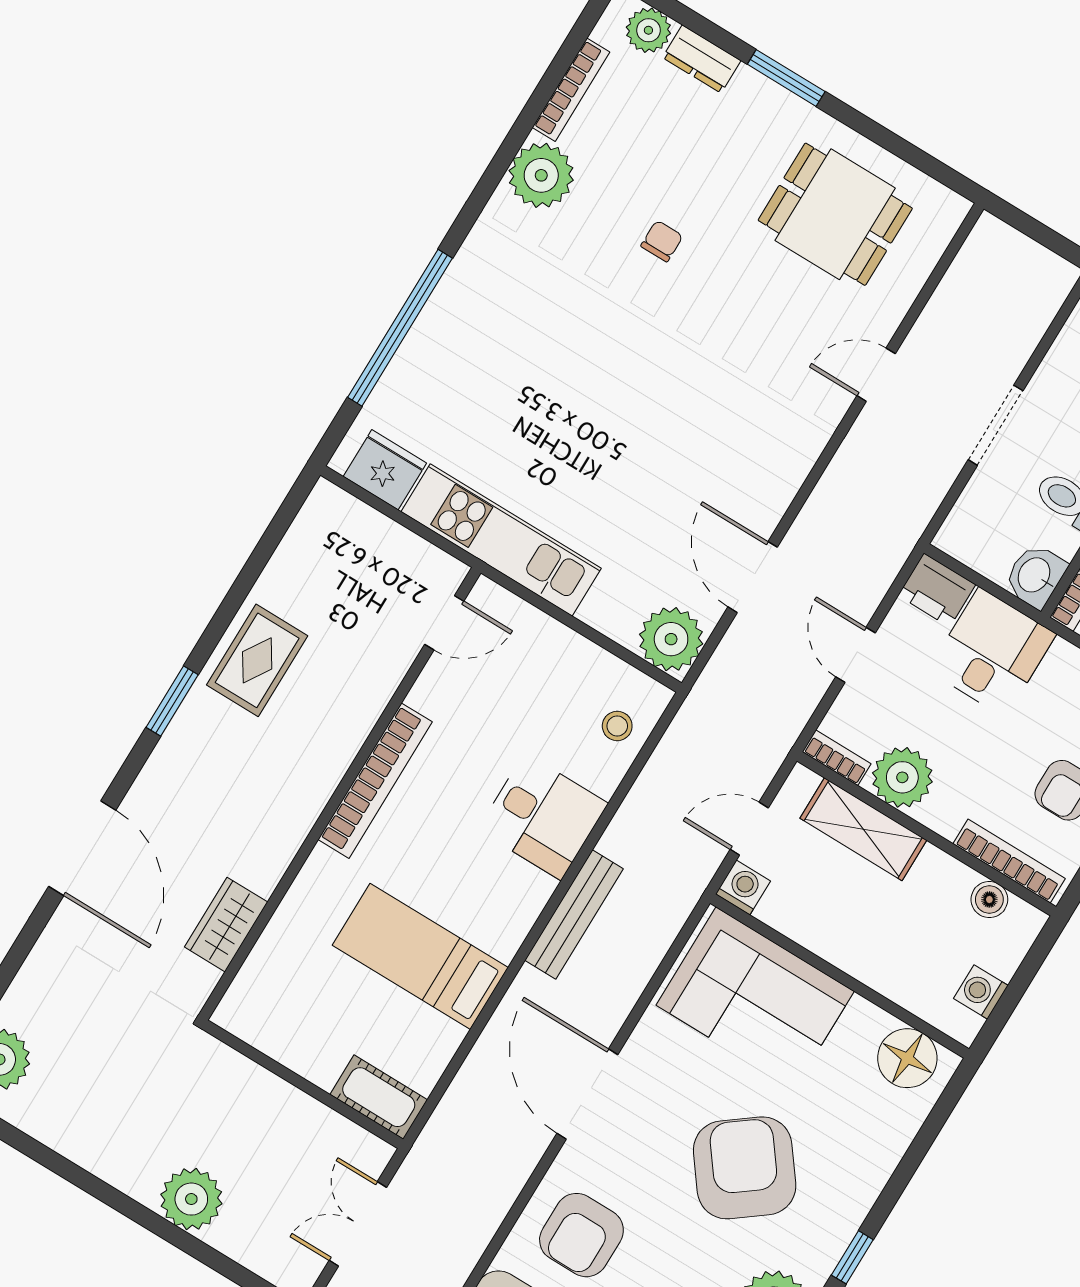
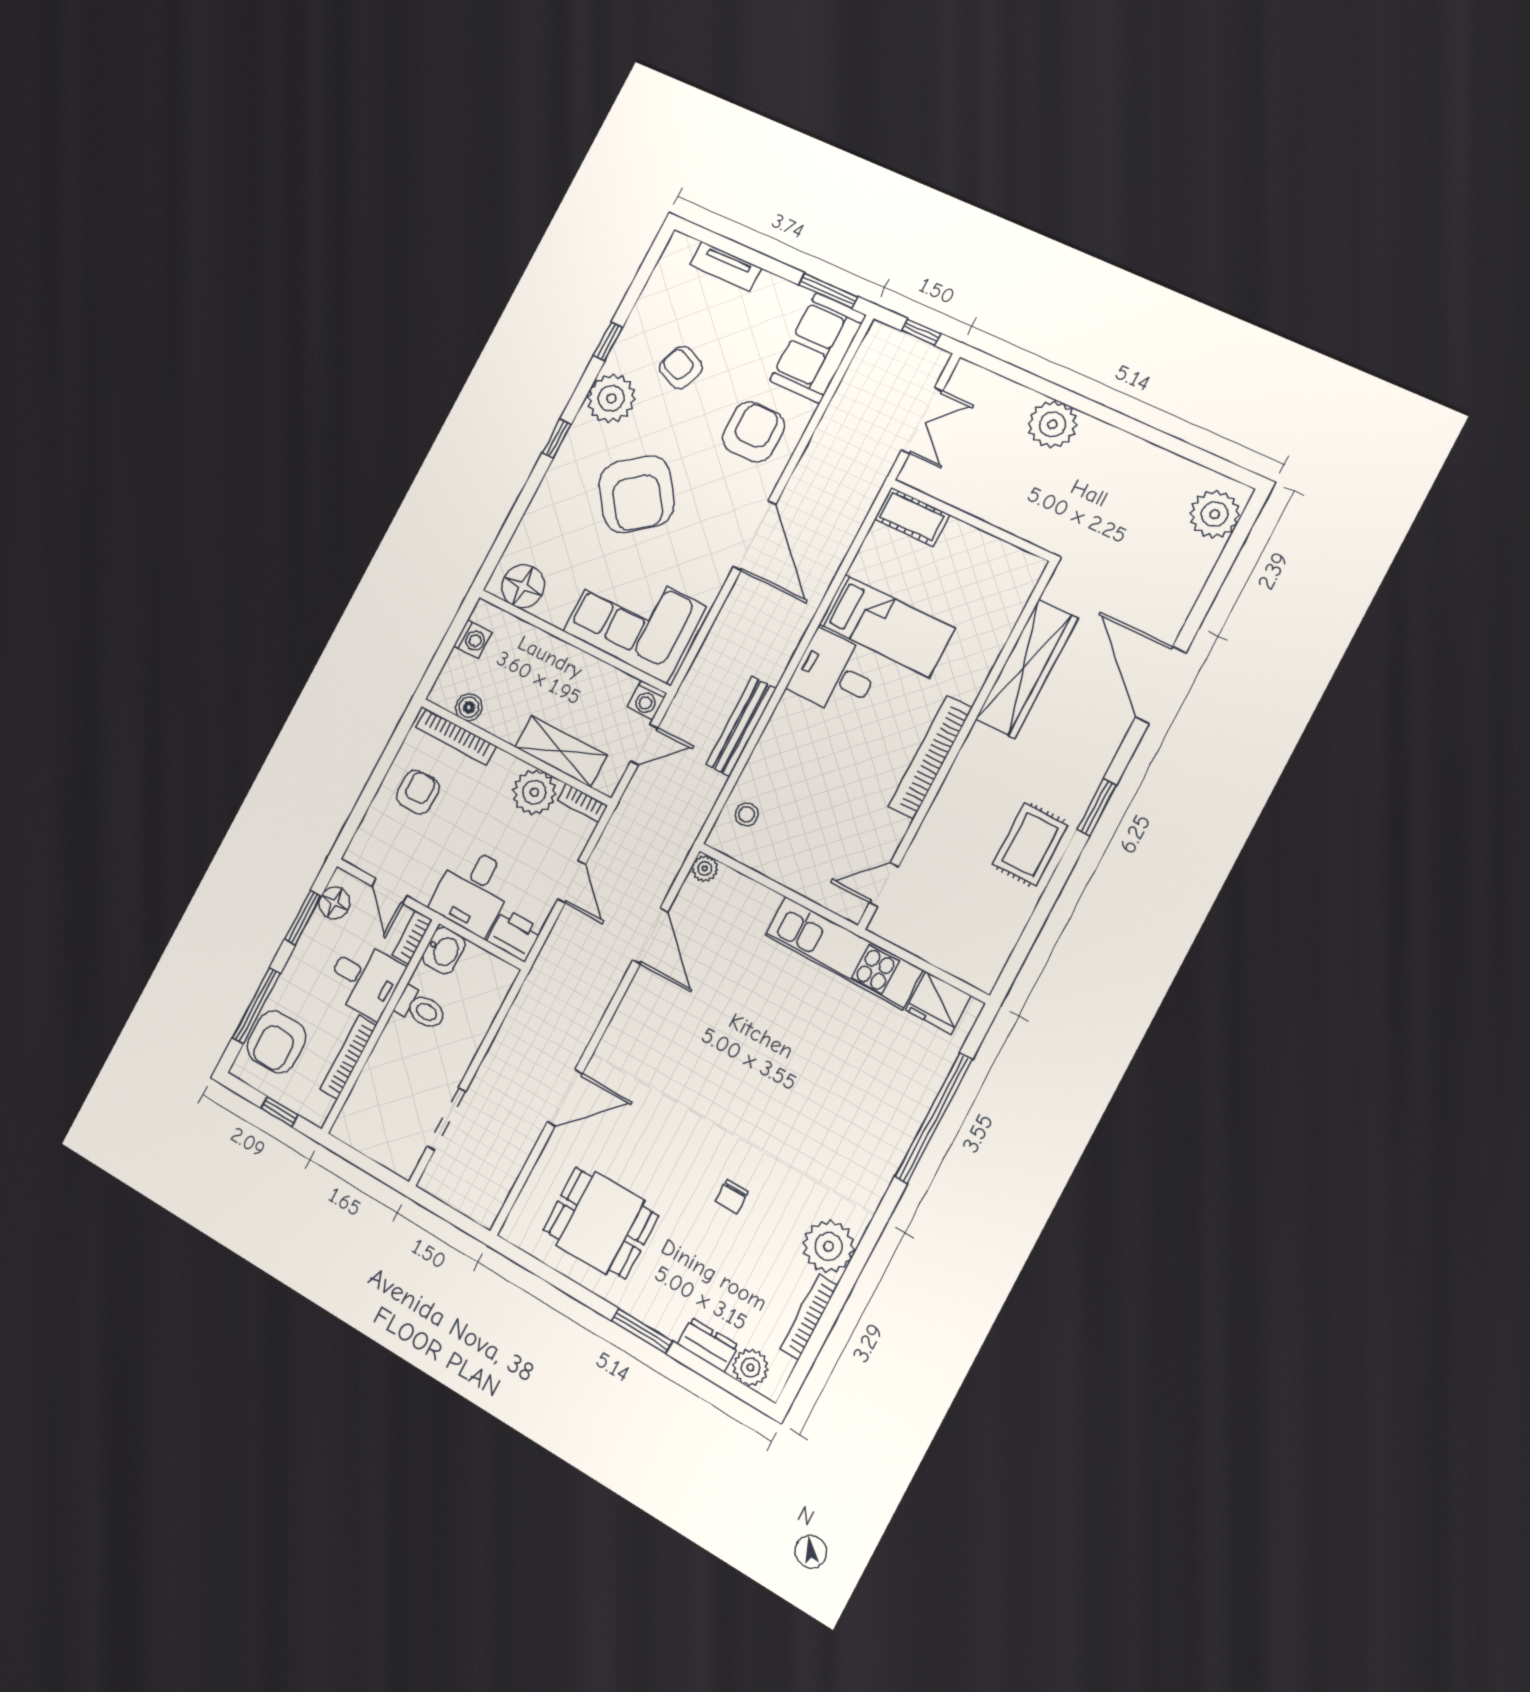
door: (876, 375) -> (565, 1098), width x1.38
doorway: (996, 425) -> (446, 1119), moved
plant: (671, 639) -> (705, 868), width x0.53, depth x0.53
desk: (543, 817) -> (835, 674), moved
bench: (574, 914) -> (741, 727), moved
wardrobe: (226, 925) -> (1027, 669), width x2.10, depth x1.17

